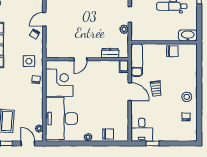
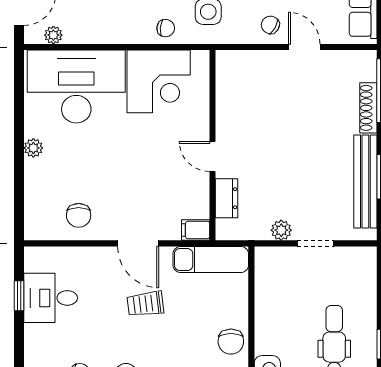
door: (80, 59) -> (213, 156), moved
door: (130, 92) -> (138, 243), hinge flipped
desk: (142, 130) -> (51, 298), moved
chair: (108, 134) -> (79, 215), moved

